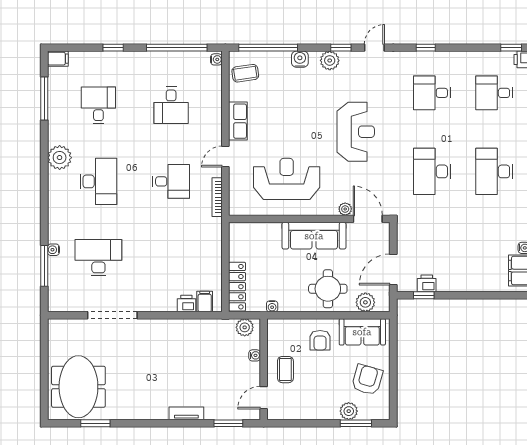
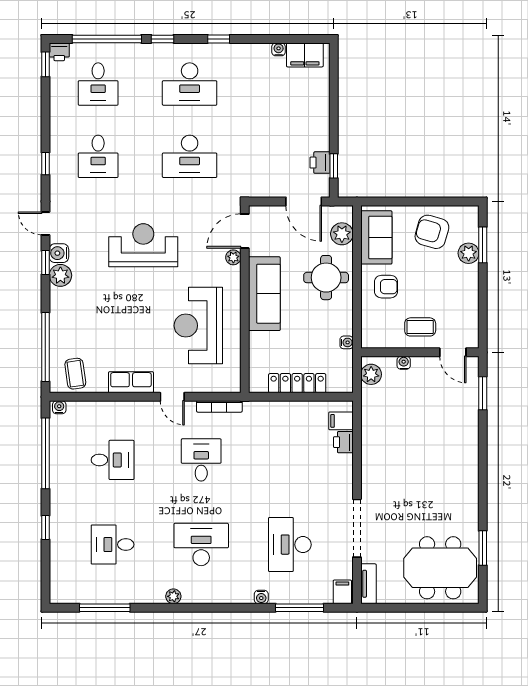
filing cabinet: (58, 59) -> (342, 592), moved
water cooler: (300, 59) -> (59, 253), moved
plant: (60, 158) -> (173, 596), width x0.53, depth x0.53
water cooler: (53, 250) -> (261, 597), moved
locker: (237, 287) -> (297, 383), moved
tv unit: (186, 413) -> (368, 584), moved, turned 180

